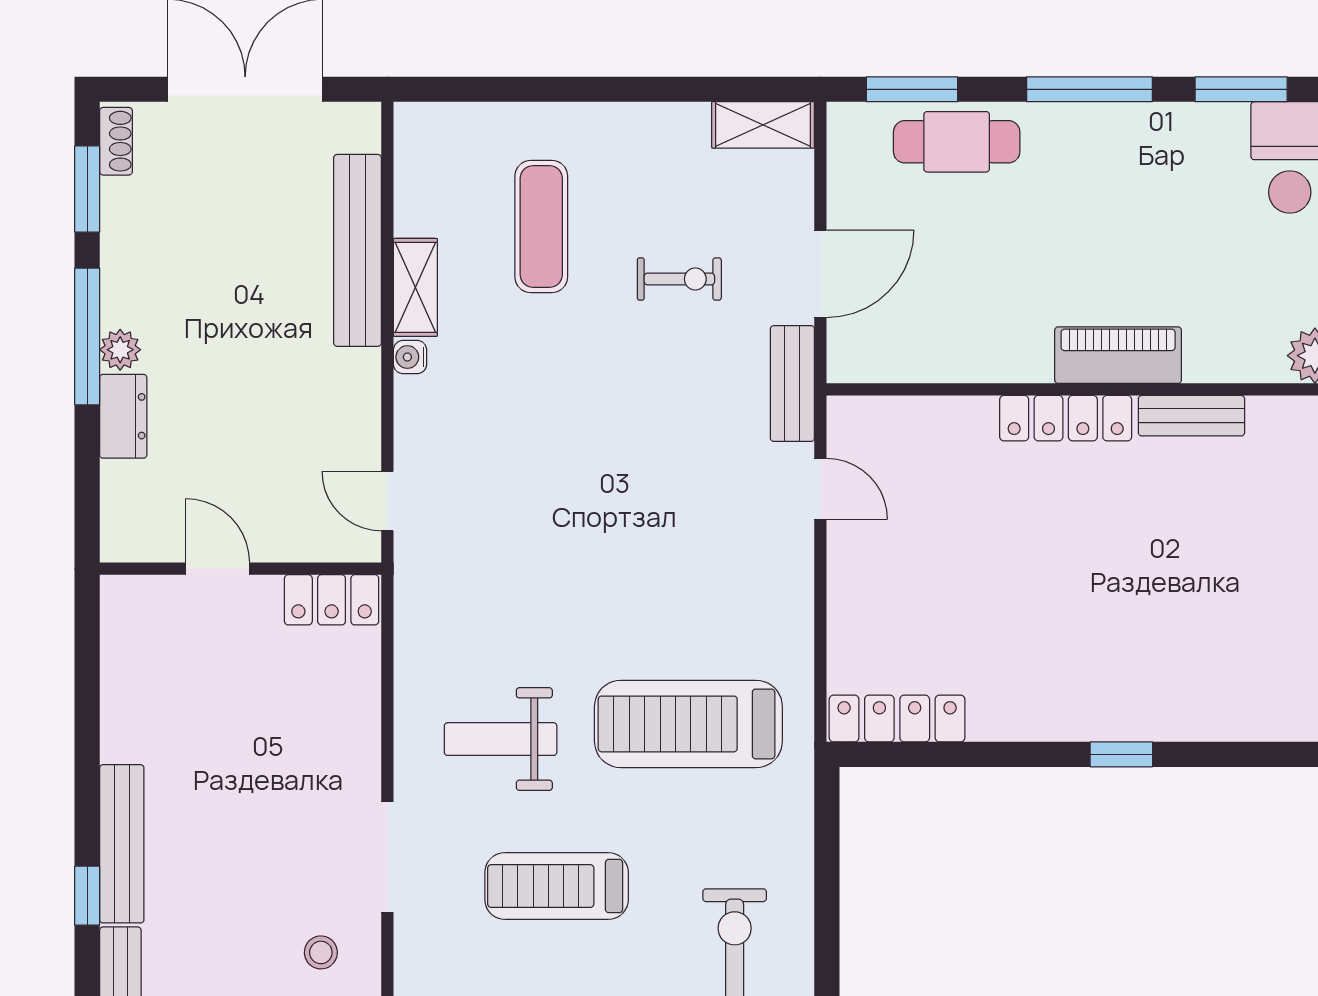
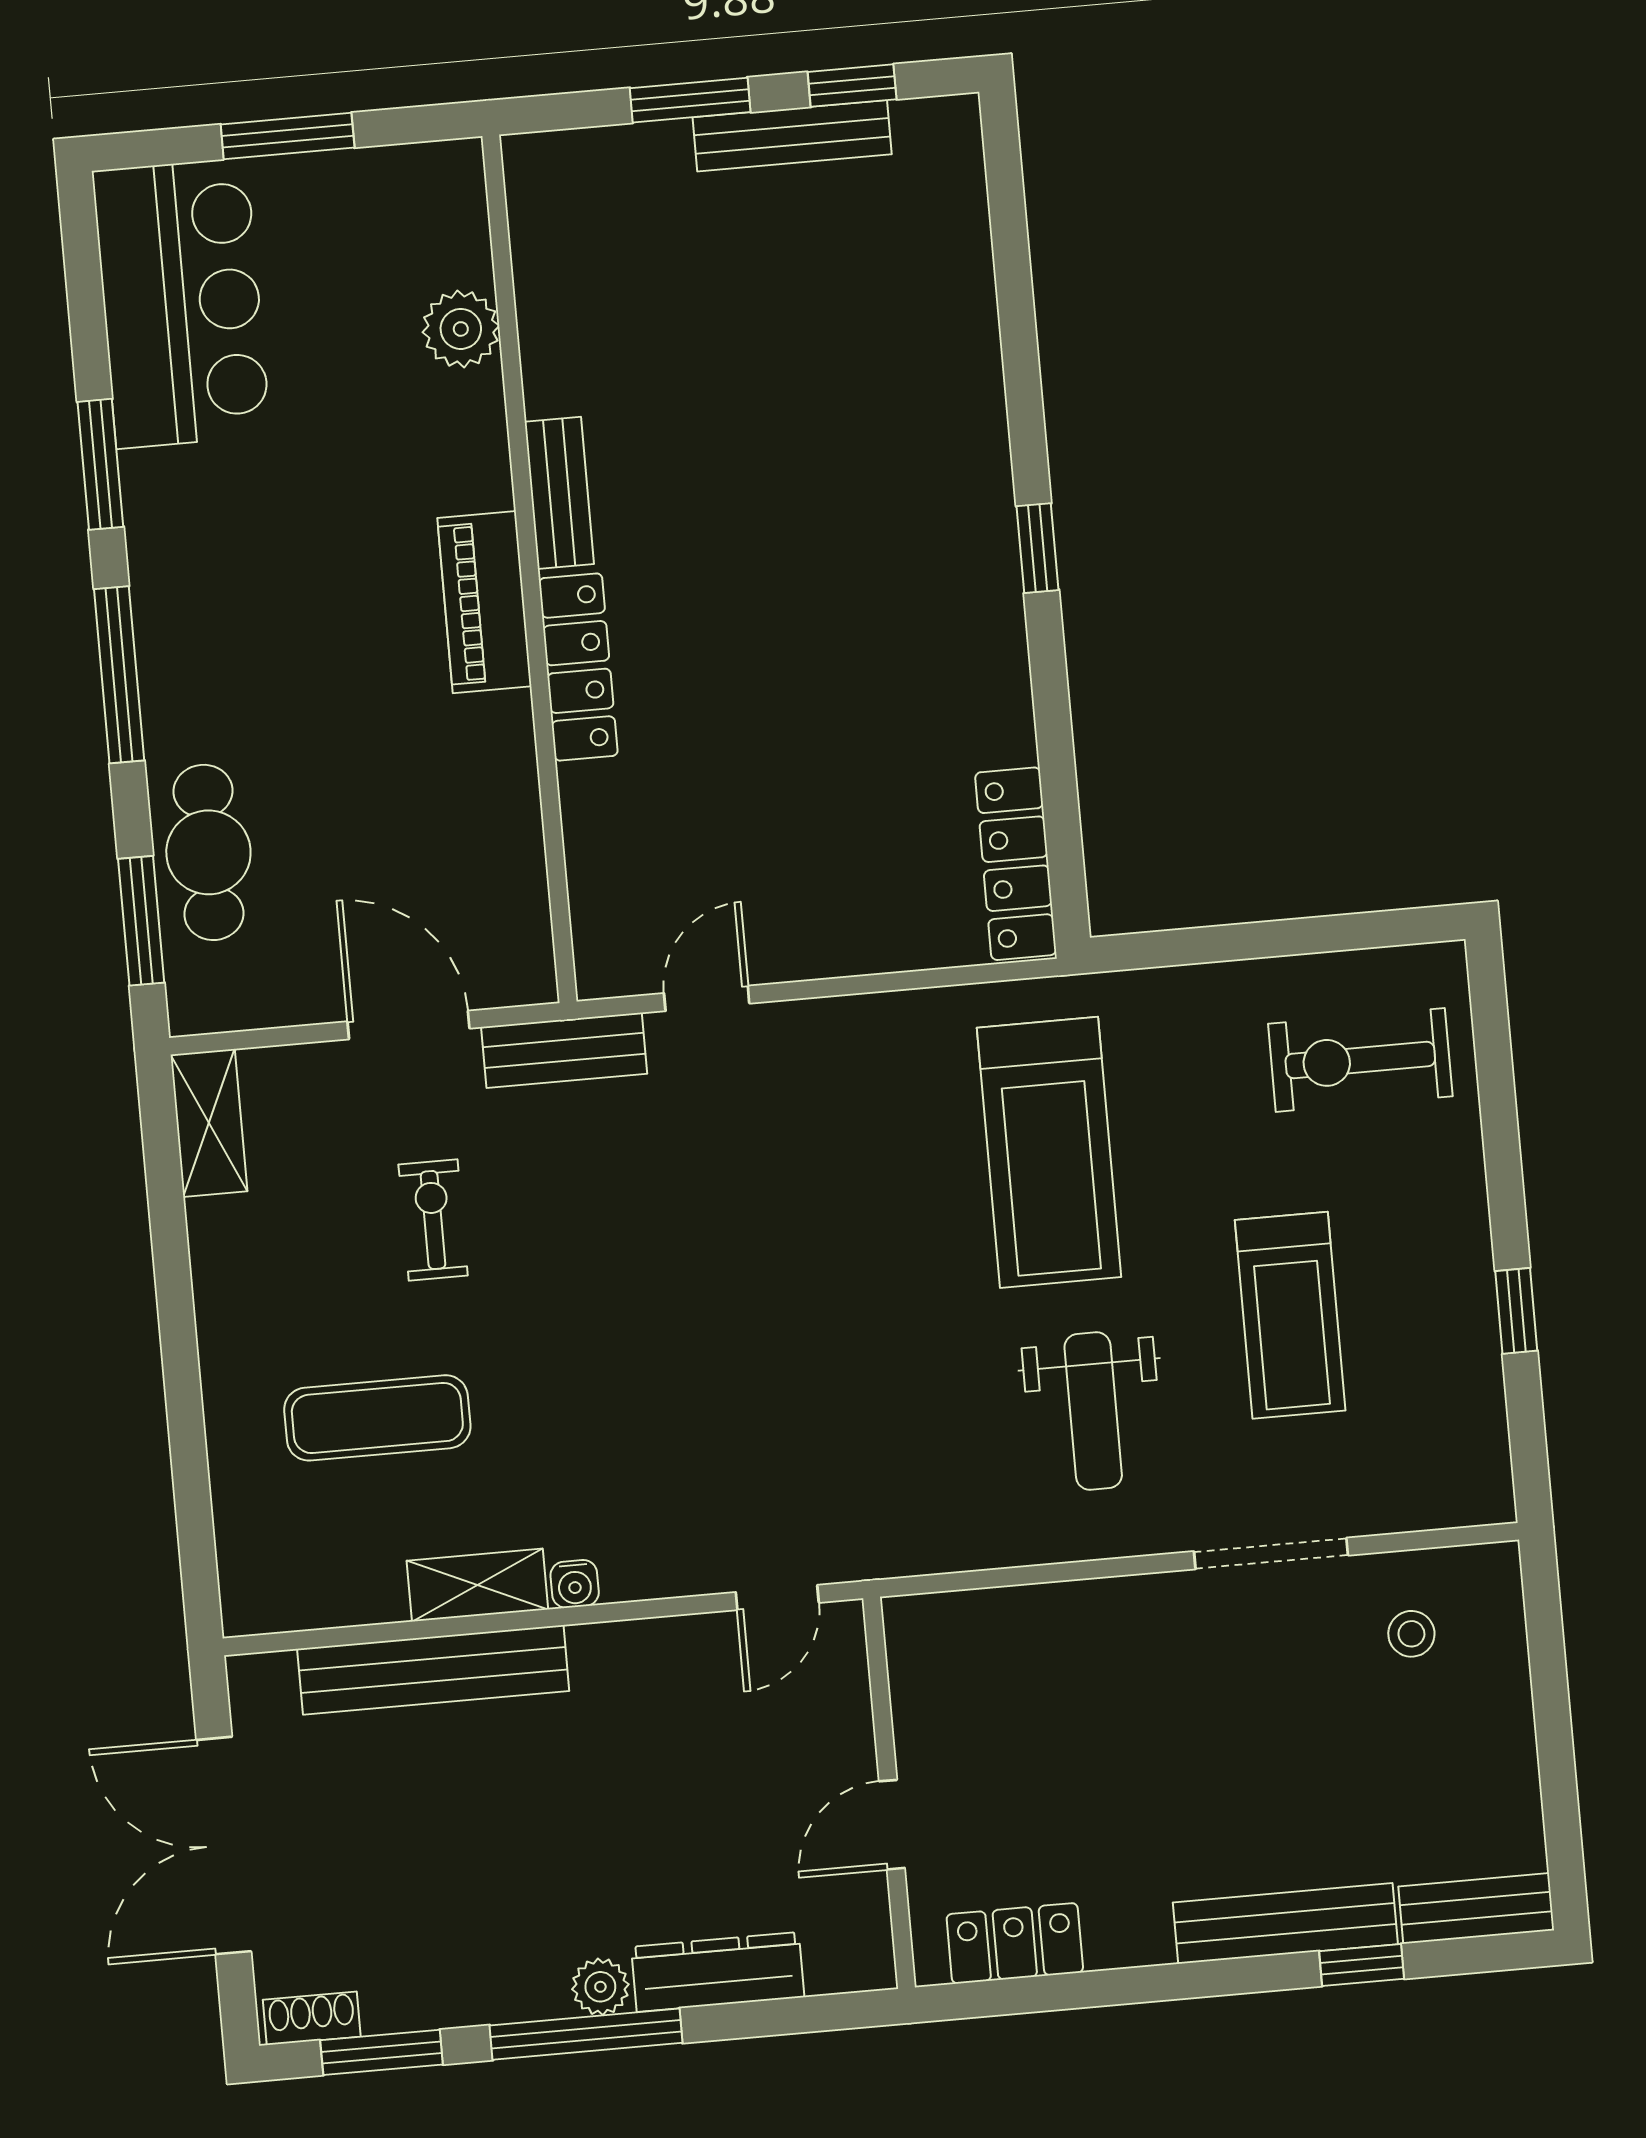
dresser: (123, 416) -> (718, 1972), width x1.44
locker: (332, 600) -> (1015, 1943), moved, turned -90

